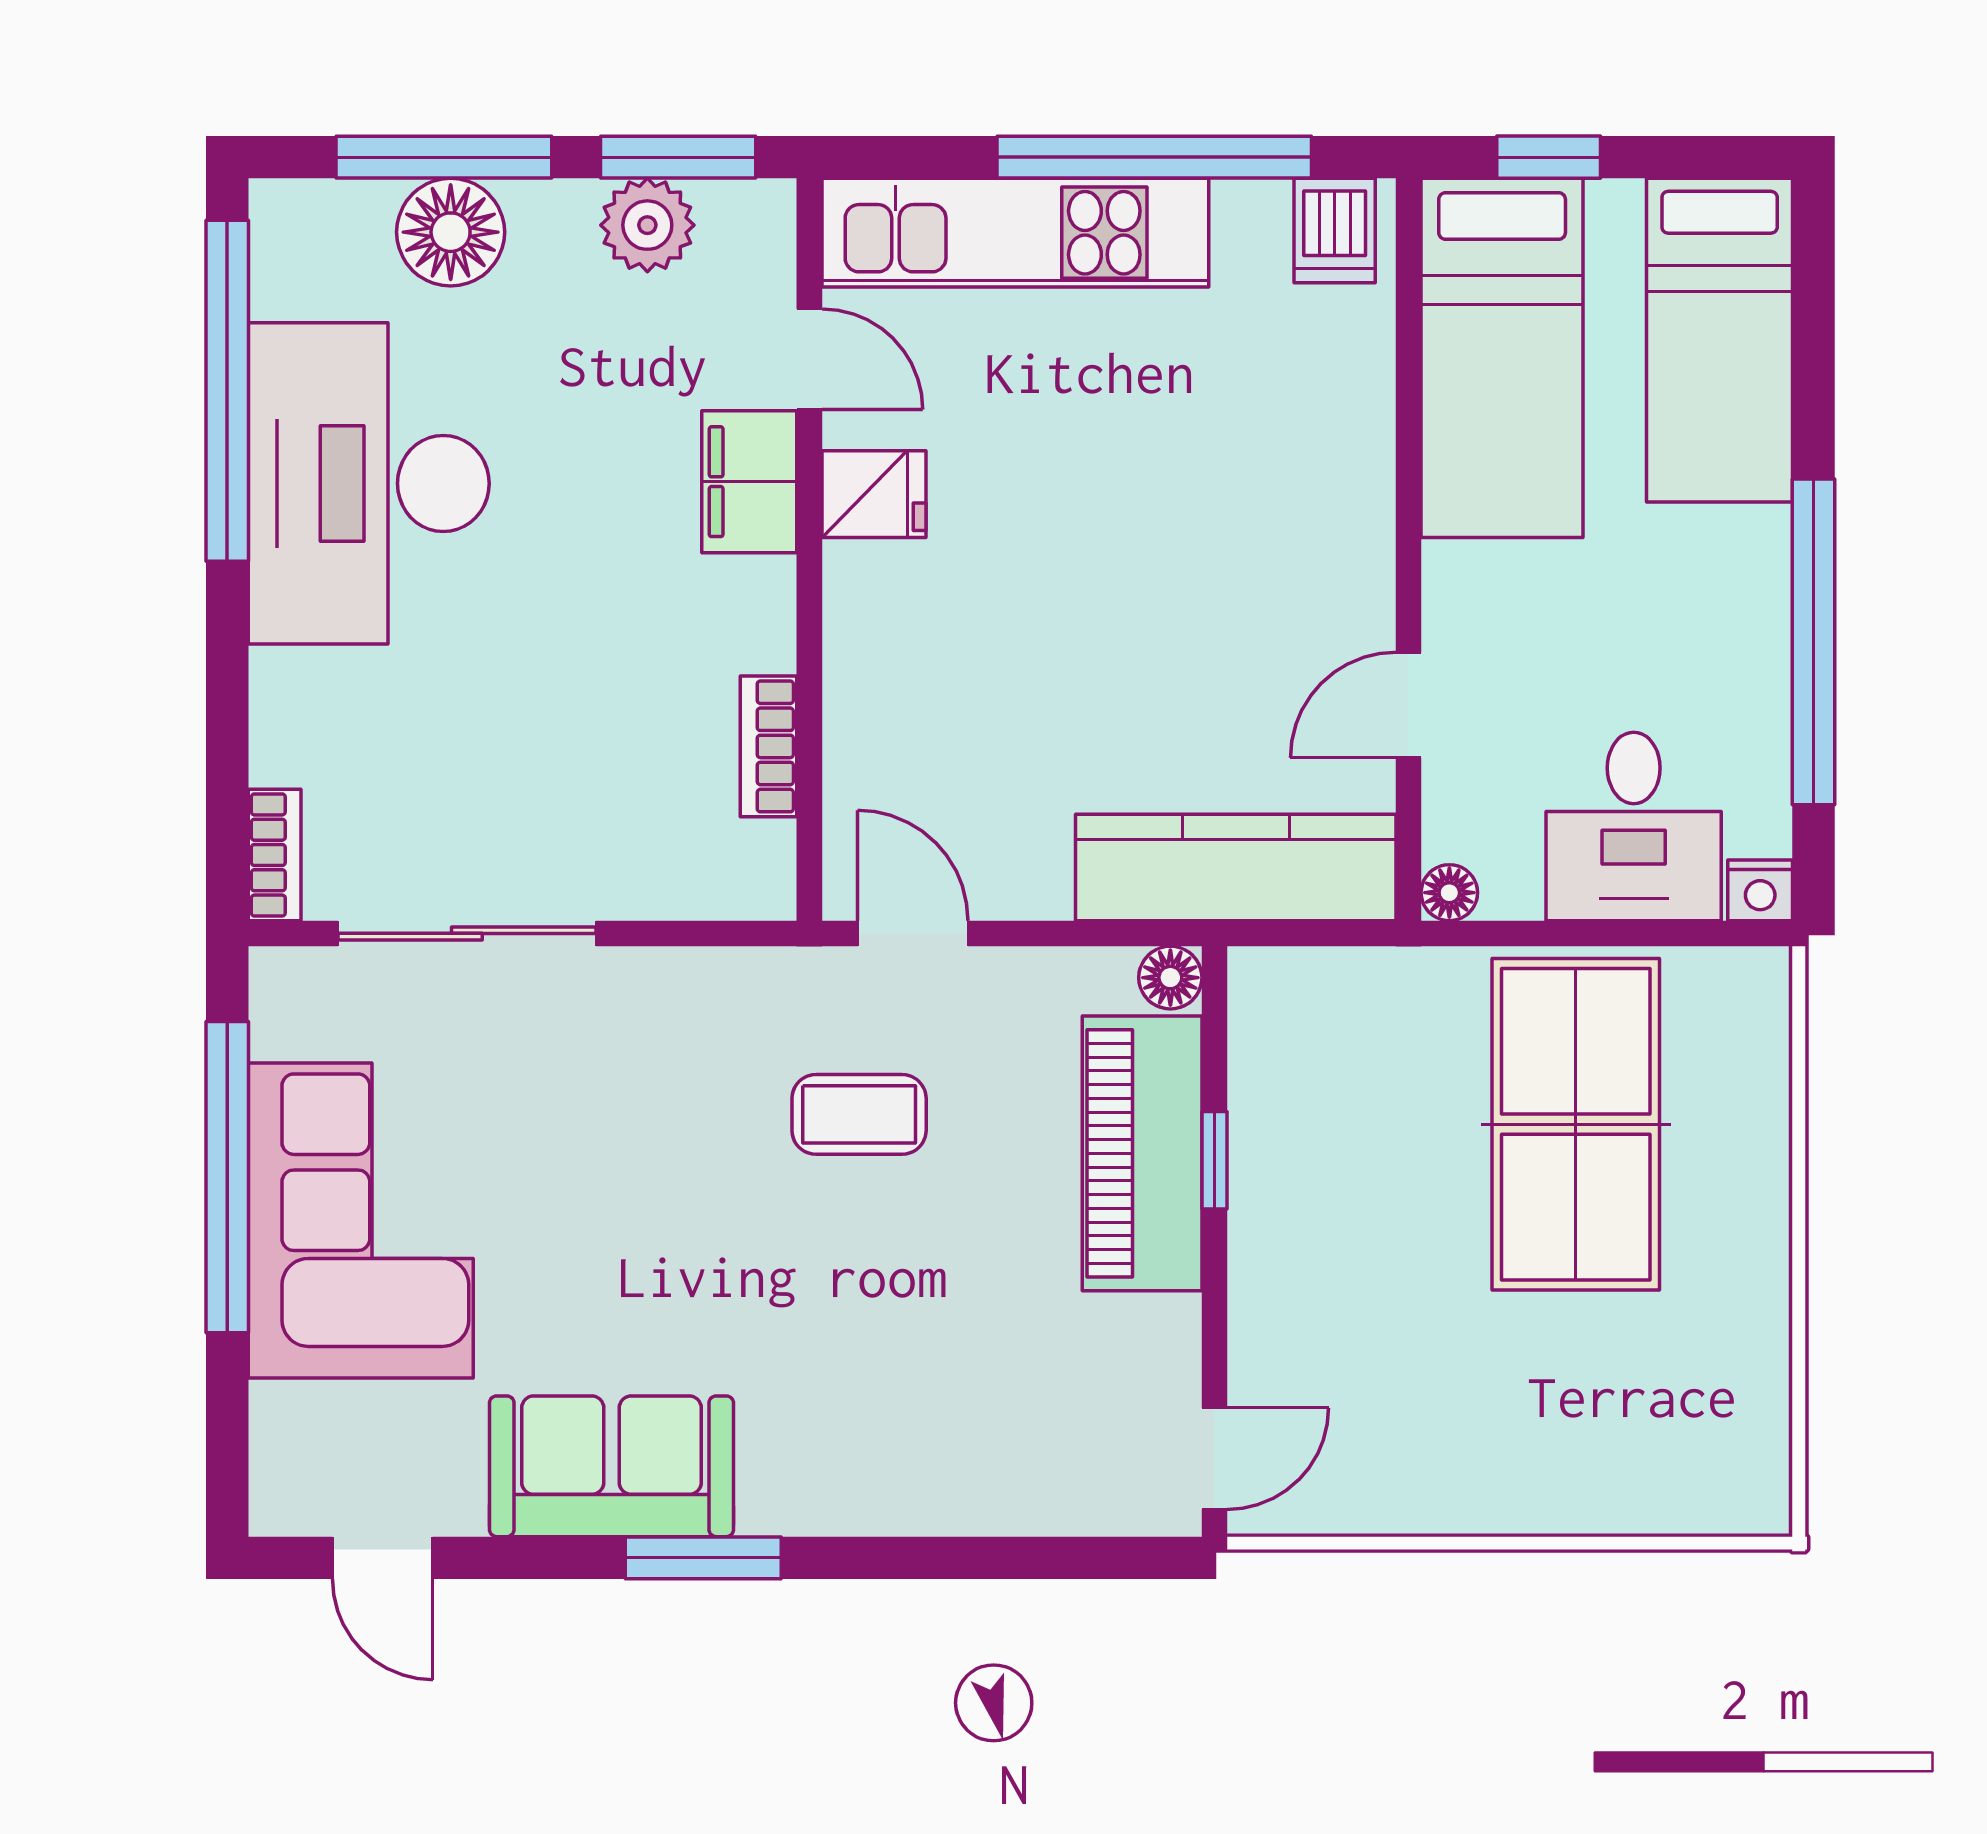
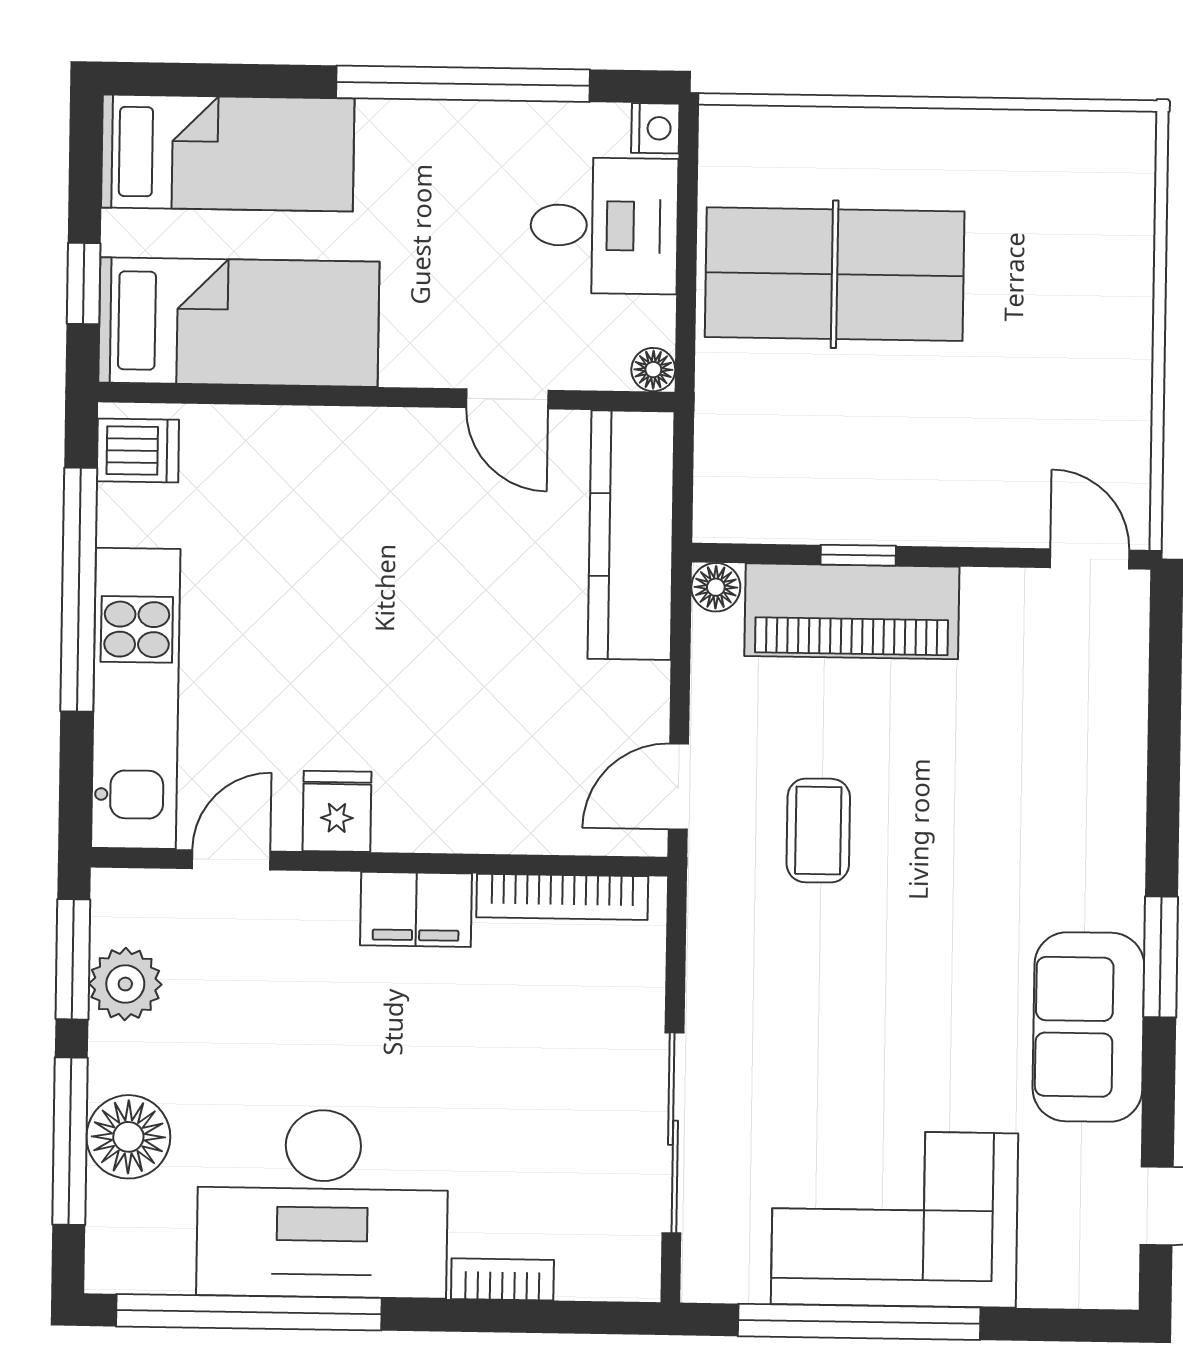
filing cabinet: (749, 482) -> (416, 909), moved
bookcase: (769, 746) -> (562, 897), width x1.56
bookcase: (275, 855) -> (502, 1279), moved

